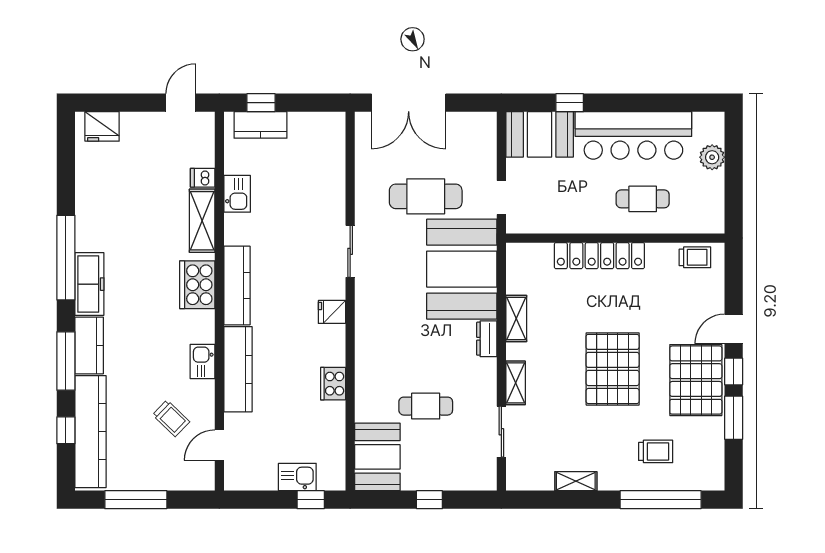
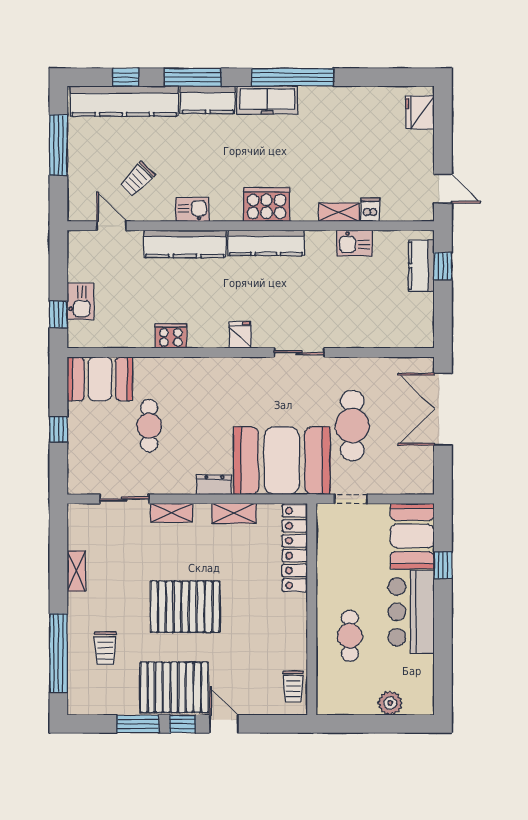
bar counter: (633, 135) -> (411, 612), width x0.73
shelving: (202, 221) -> (339, 212), width x0.67, depth x0.75
locker: (599, 256) -> (295, 548), moved

